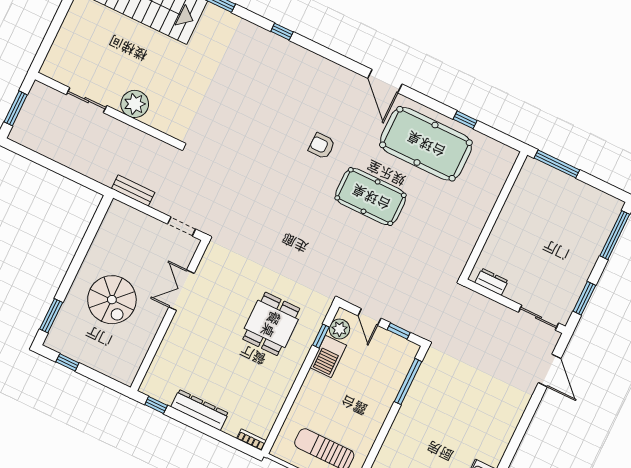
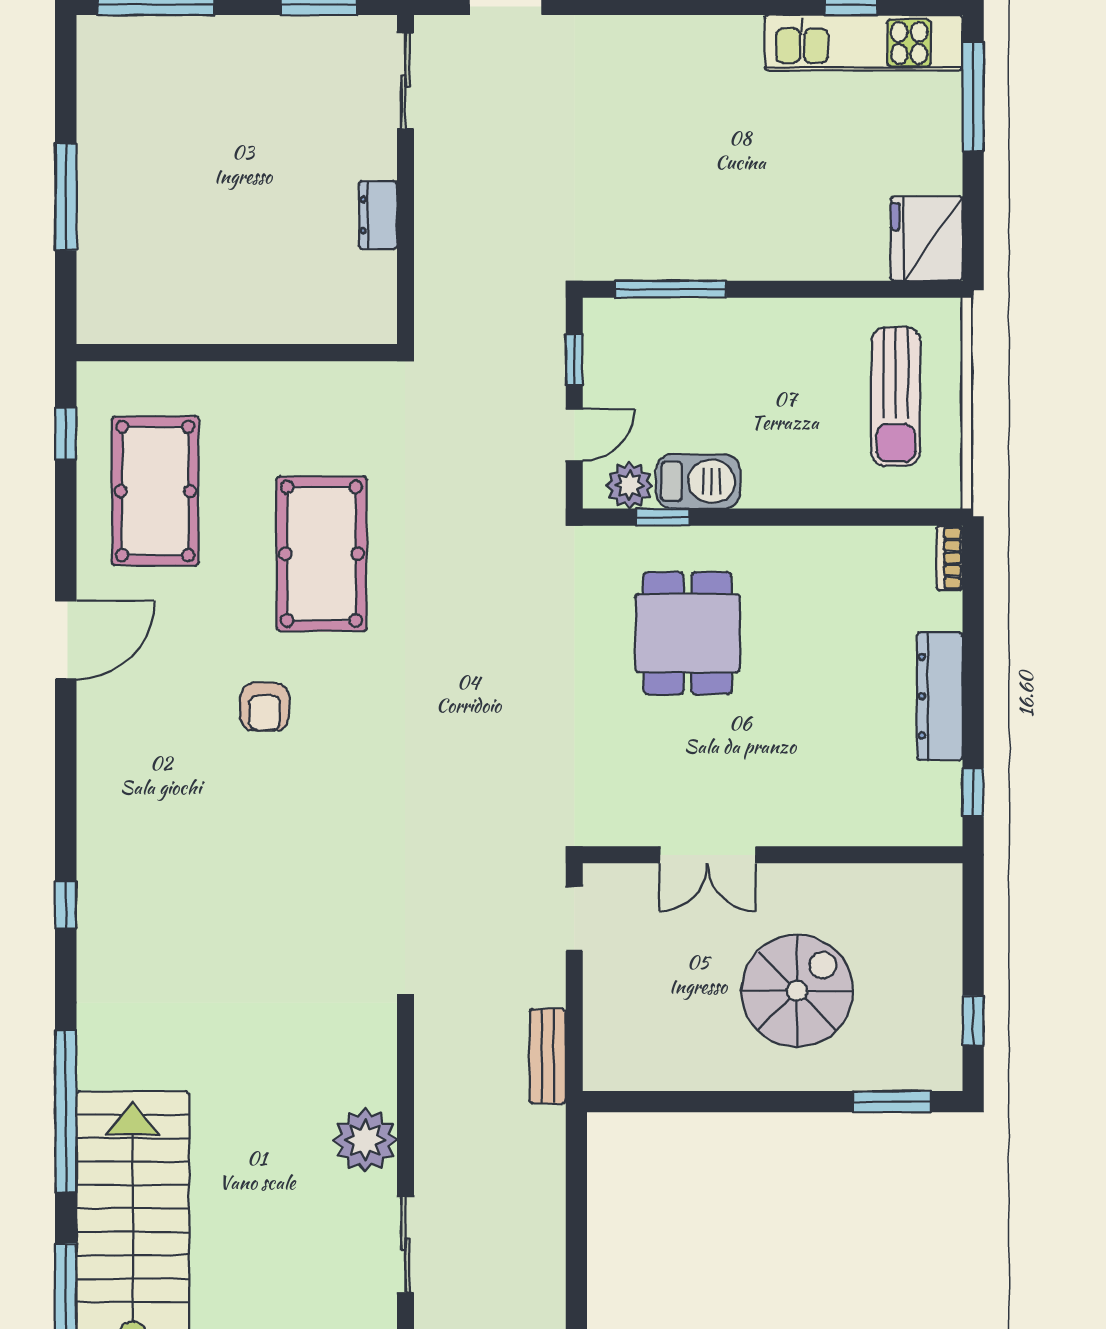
pool table: (426, 144) -> (155, 491), width x0.73, depth x0.76
wall: (494, 215) -> (237, 353), moved
dining table: (271, 324) -> (688, 633), turned 90

